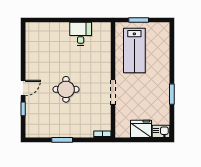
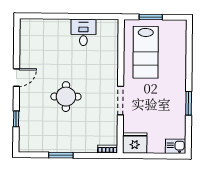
door: (23, 88) -> (16, 77), moved
fridge: (141, 129) -> (135, 143), moved

